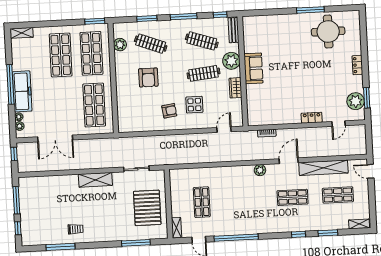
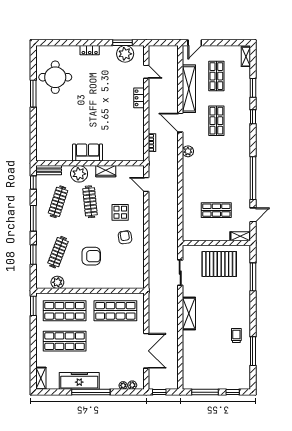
freezer: (22, 91) -> (79, 381), moved

